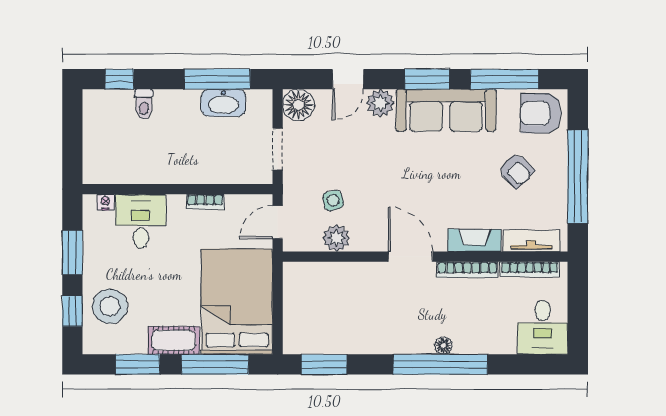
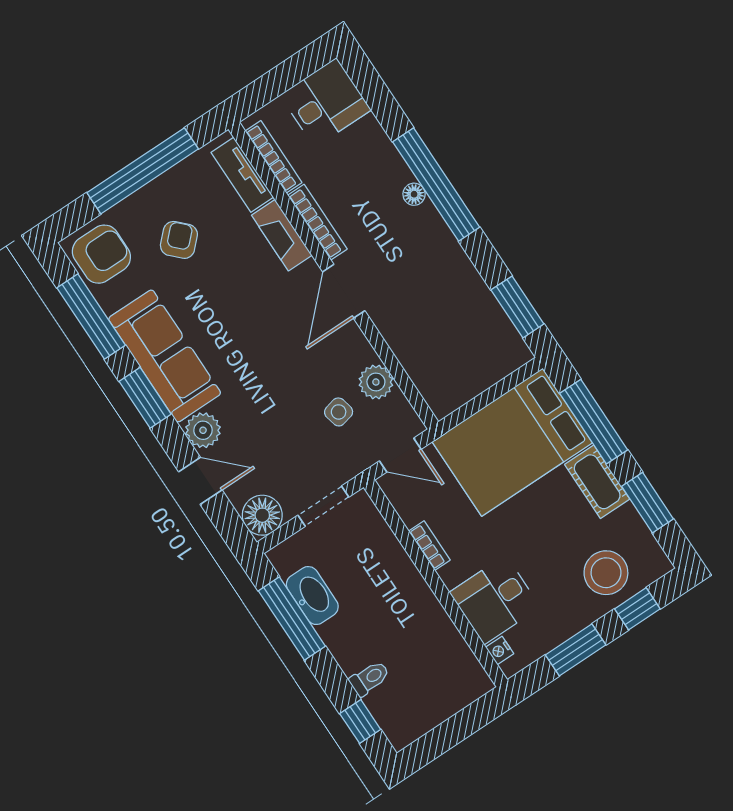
armchair: (541, 113) -> (101, 254), turned -90

